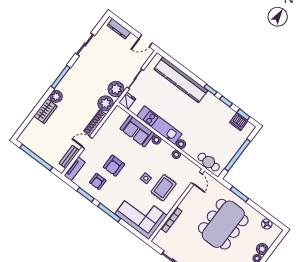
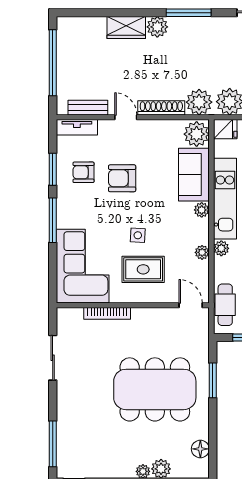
plant: (119, 116) -> (197, 134), added
door: (197, 178) -> (191, 305), swing flipped

